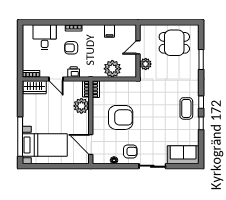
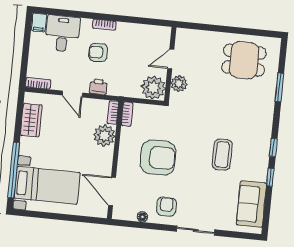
filing cabinet: (109, 31) -> (39, 22), moved
door: (138, 47) -> (171, 59), moved
wall: (138, 51) -> (170, 64), moved
plant: (146, 64) -> (179, 84), moved
wardrobe: (35, 87) -> (31, 120), moved, turned -90
coffee table: (186, 108) -> (222, 155), moved
armchair: (130, 151) -> (167, 207), turned -90
sofa: (183, 155) -> (251, 204), moved, turned -90

